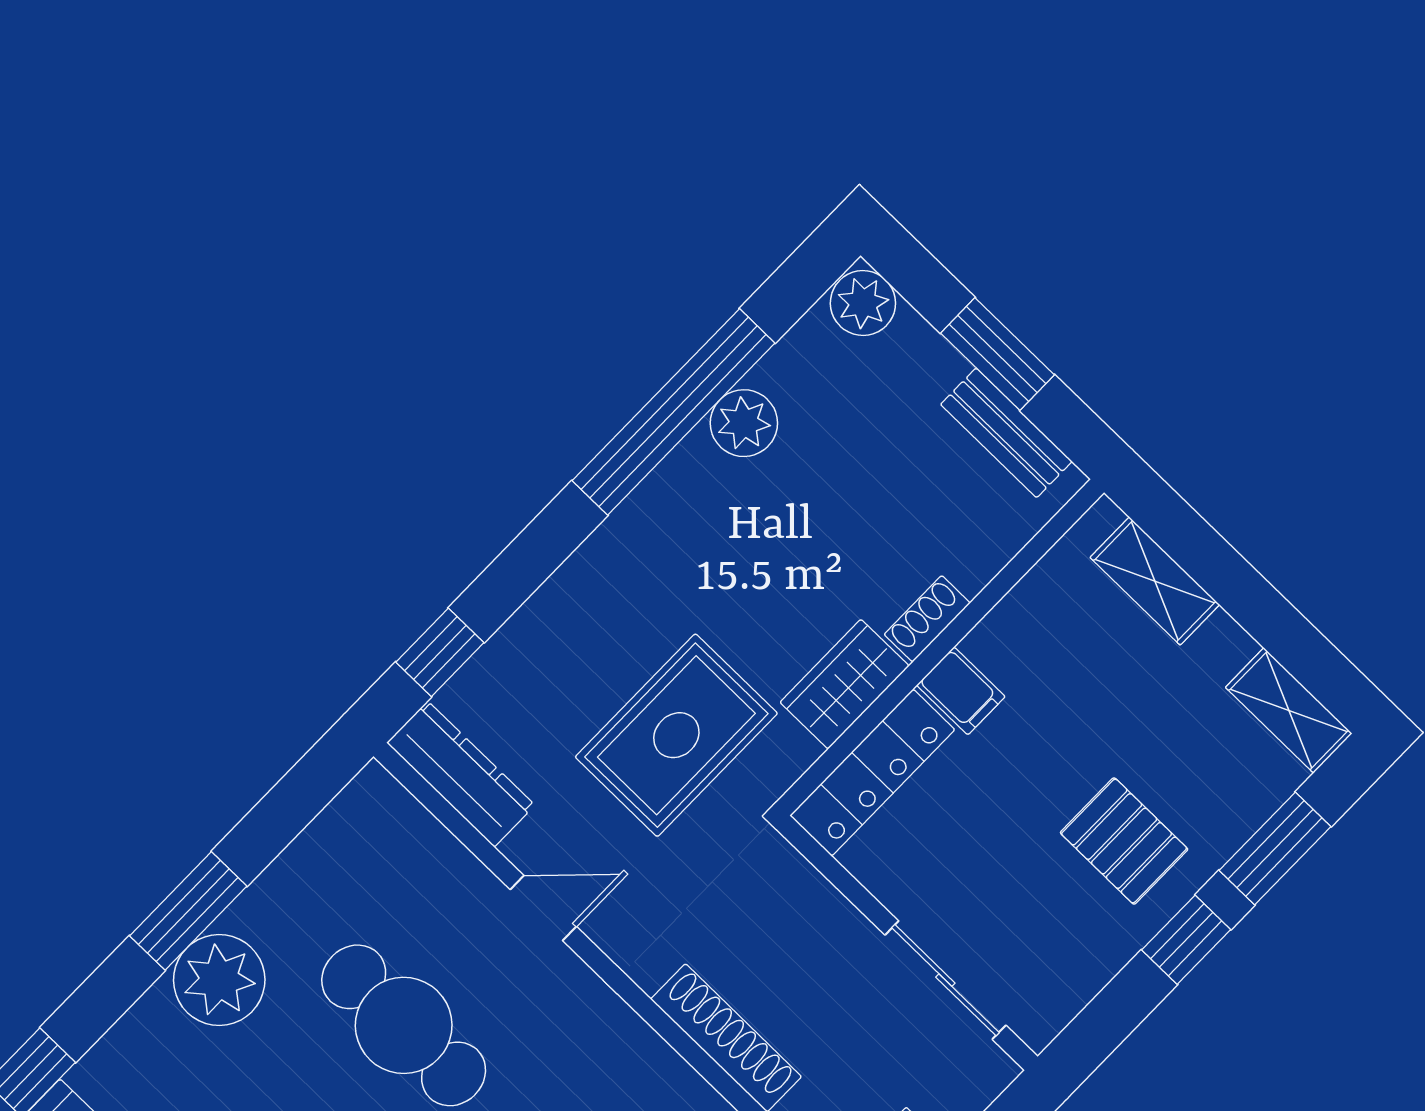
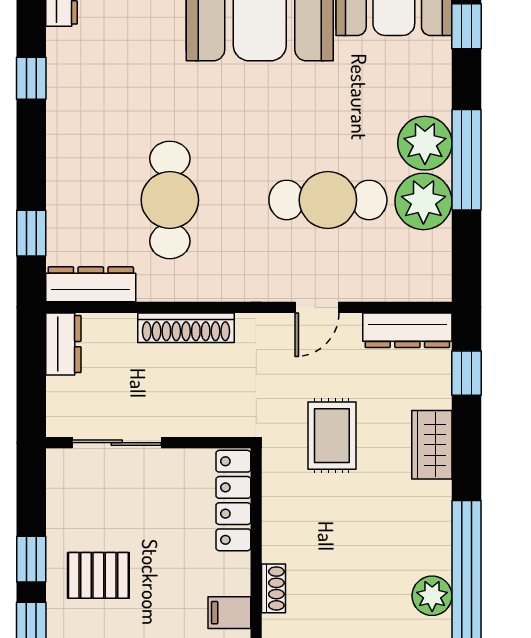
wardrobe: (845, 684) -> (432, 445), moved, turned 180
filing cabinet: (961, 691) -> (229, 613), moved
rug: (676, 735) -> (332, 436), width x0.73, depth x0.70
window: (188, 911) -> (466, 160), width x1.44
plant: (290, 911) -> (423, 201), added

